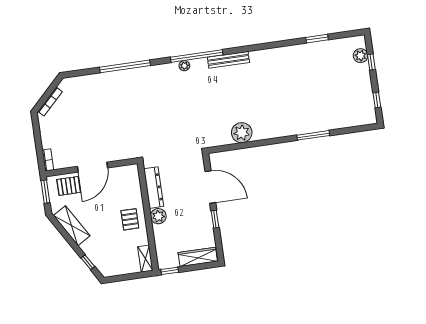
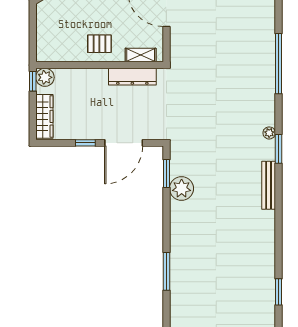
window: (197, 56) -> (278, 149), width x0.47
window: (231, 147) -> (166, 173), added
plant: (158, 216) -> (45, 77), moved
shelving: (145, 259) -> (141, 55), moved

